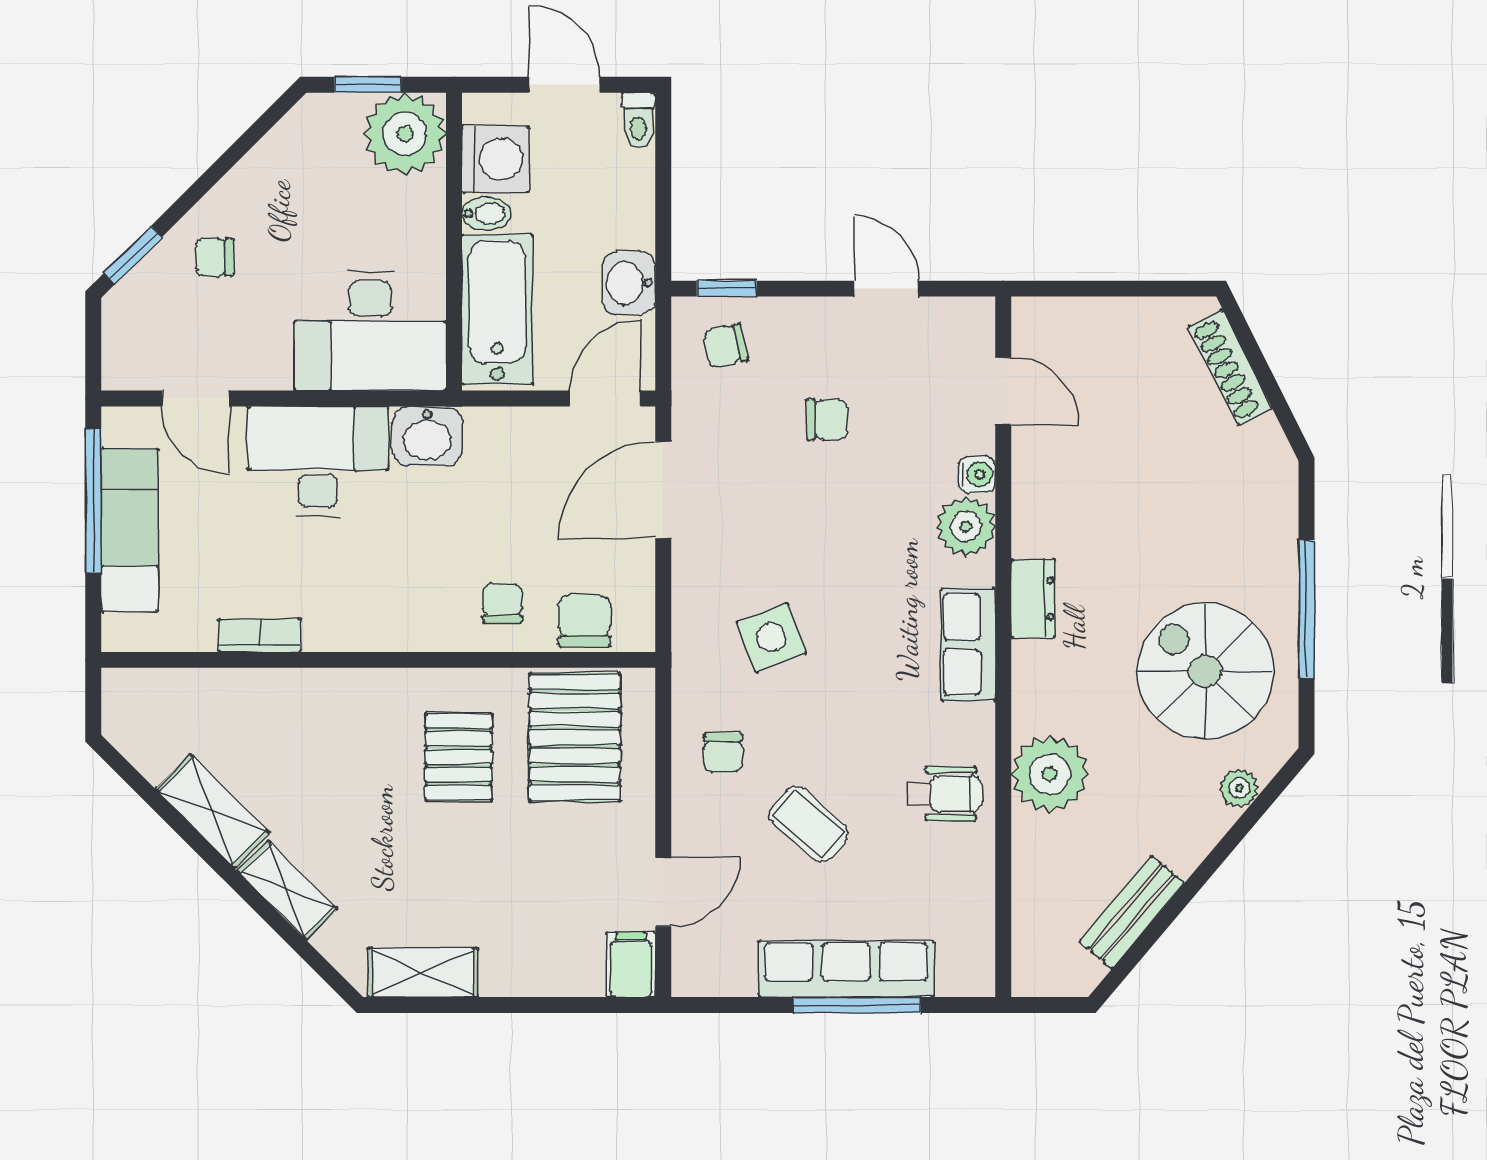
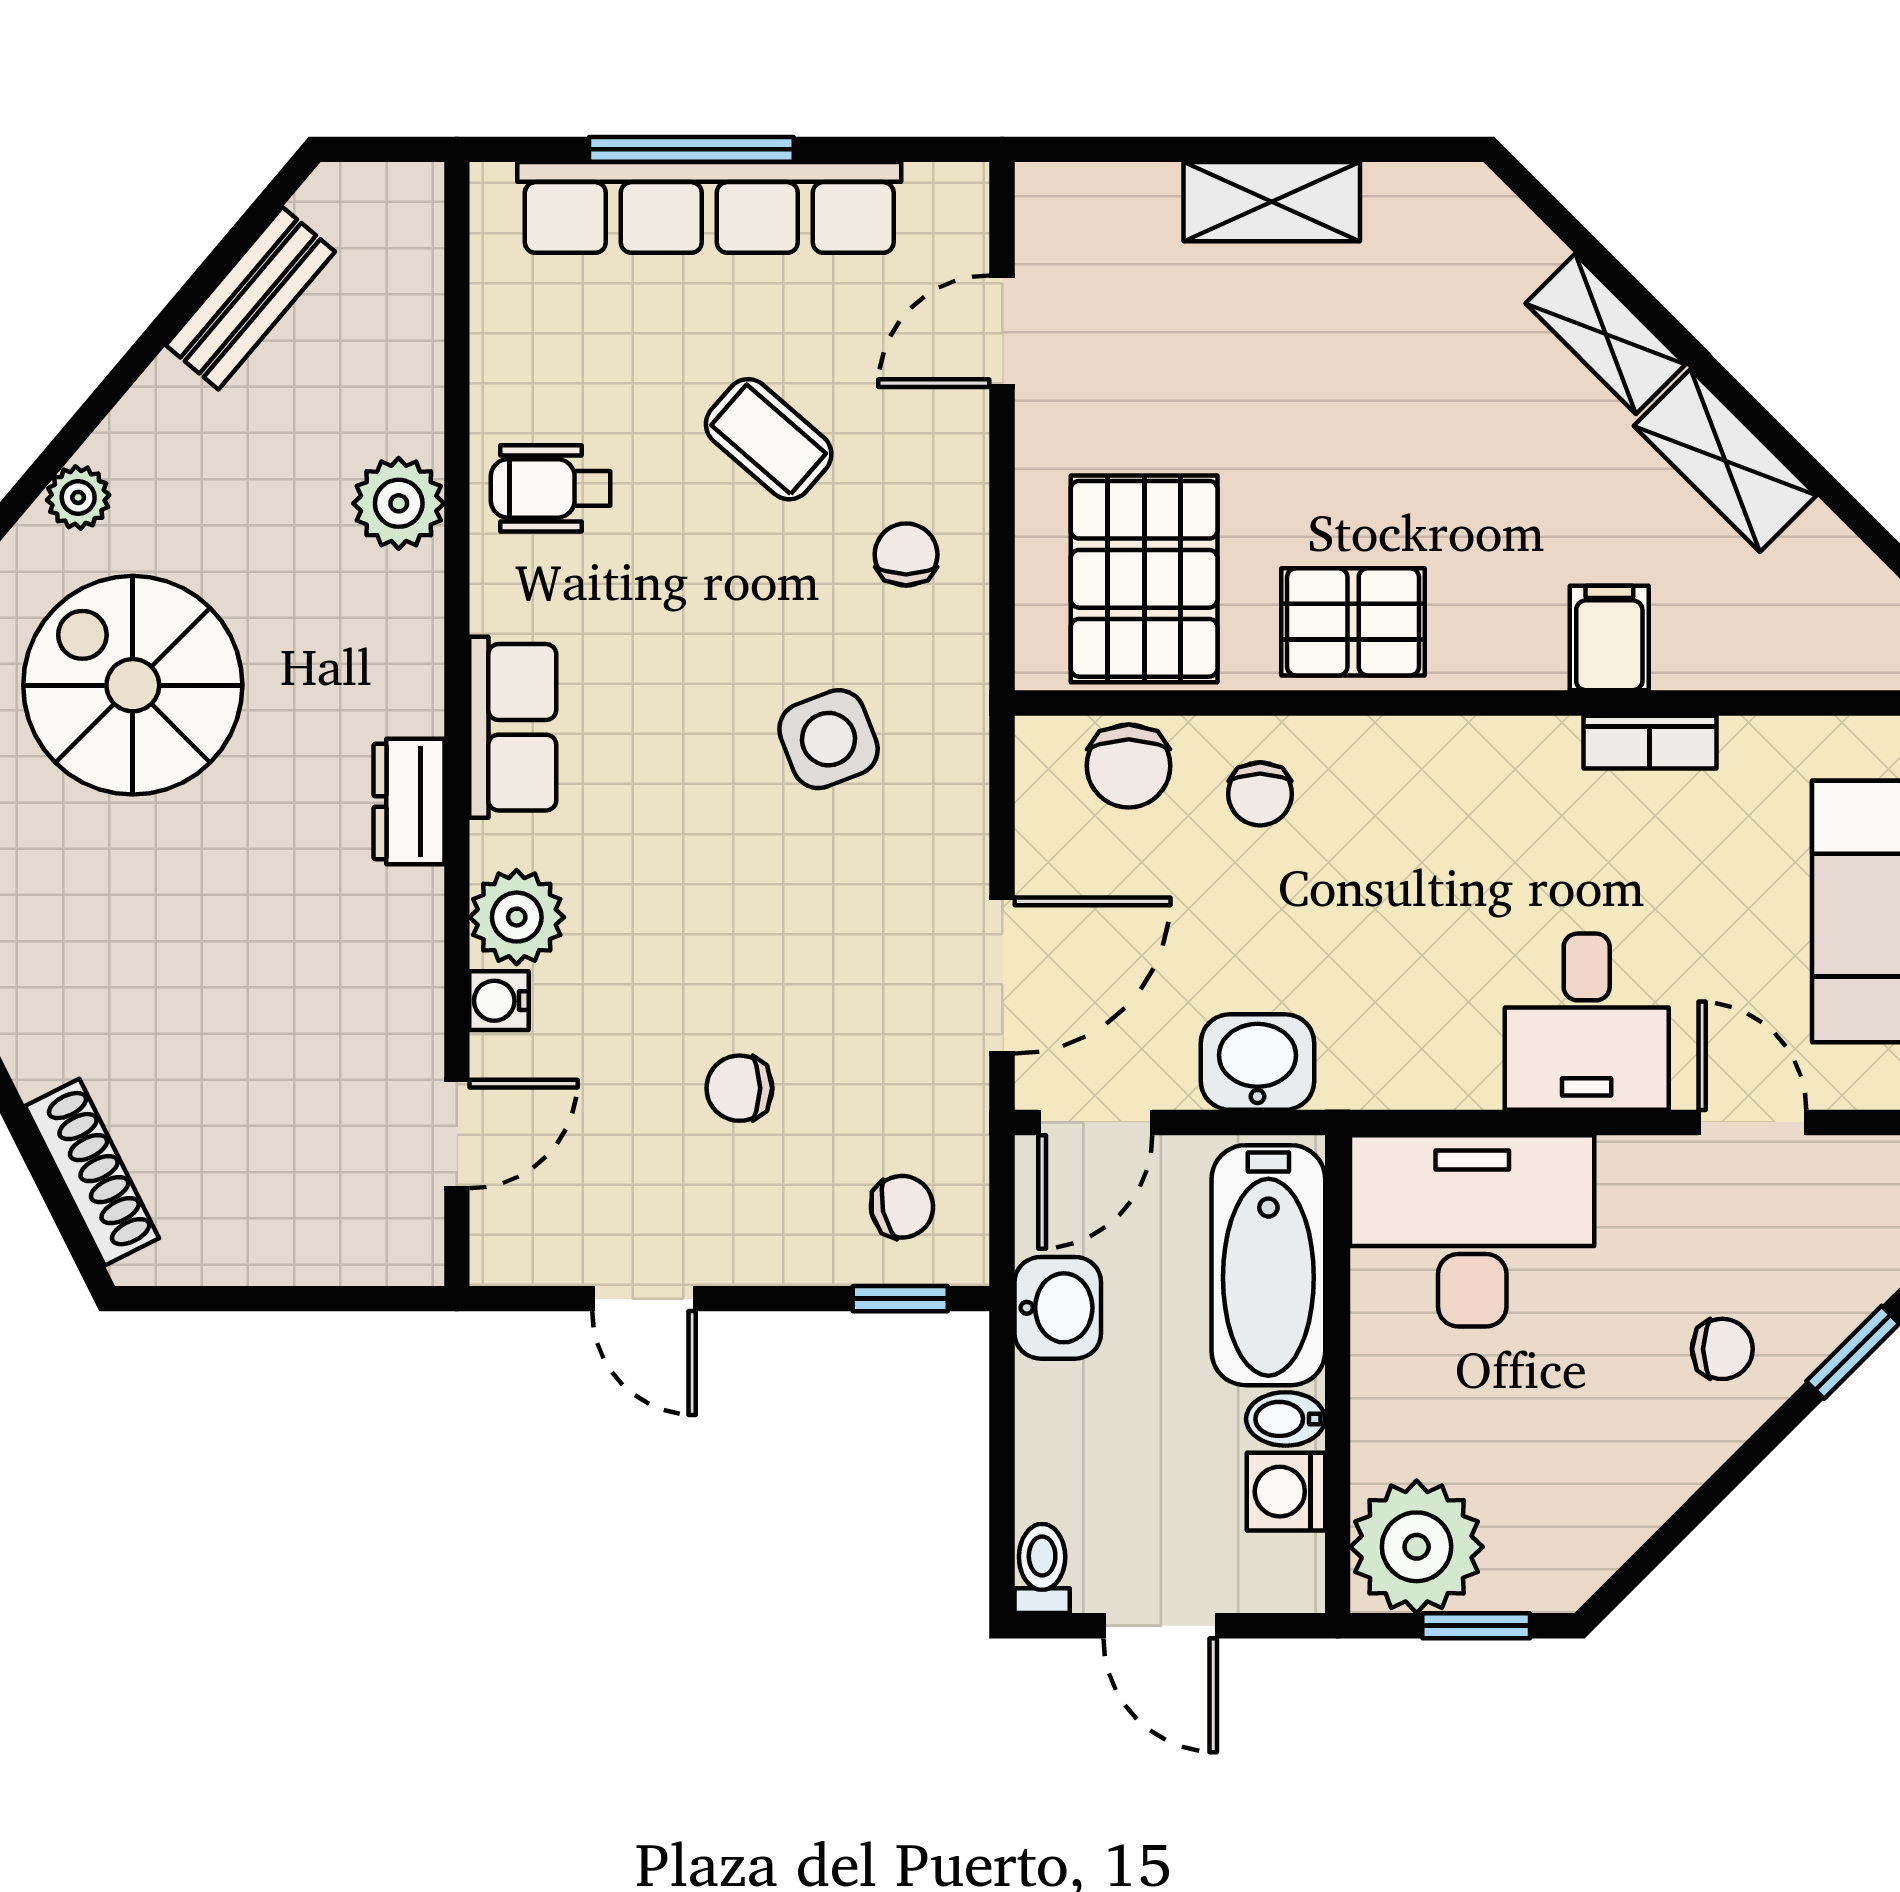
washing machine: (495, 159) -> (1286, 1492), width x0.73, depth x0.73
door: (1003, 391) -> (457, 1134), swing flipped
washbasin: (427, 436) -> (1258, 1062), moved
desk: (318, 461) -> (1587, 1022), width x0.73
spiral stairs: (1205, 671) -> (133, 685), turned 180
pallet: (459, 757) -> (1353, 622), moved, turned 90
plant: (1050, 774) -> (399, 503), width x0.73, depth x0.73
filing cabinet: (631, 965) -> (1609, 638), moved, turned 180
row of seats: (846, 969) -> (709, 207), width x1.36
shelving: (423, 972) -> (1272, 202), moved

